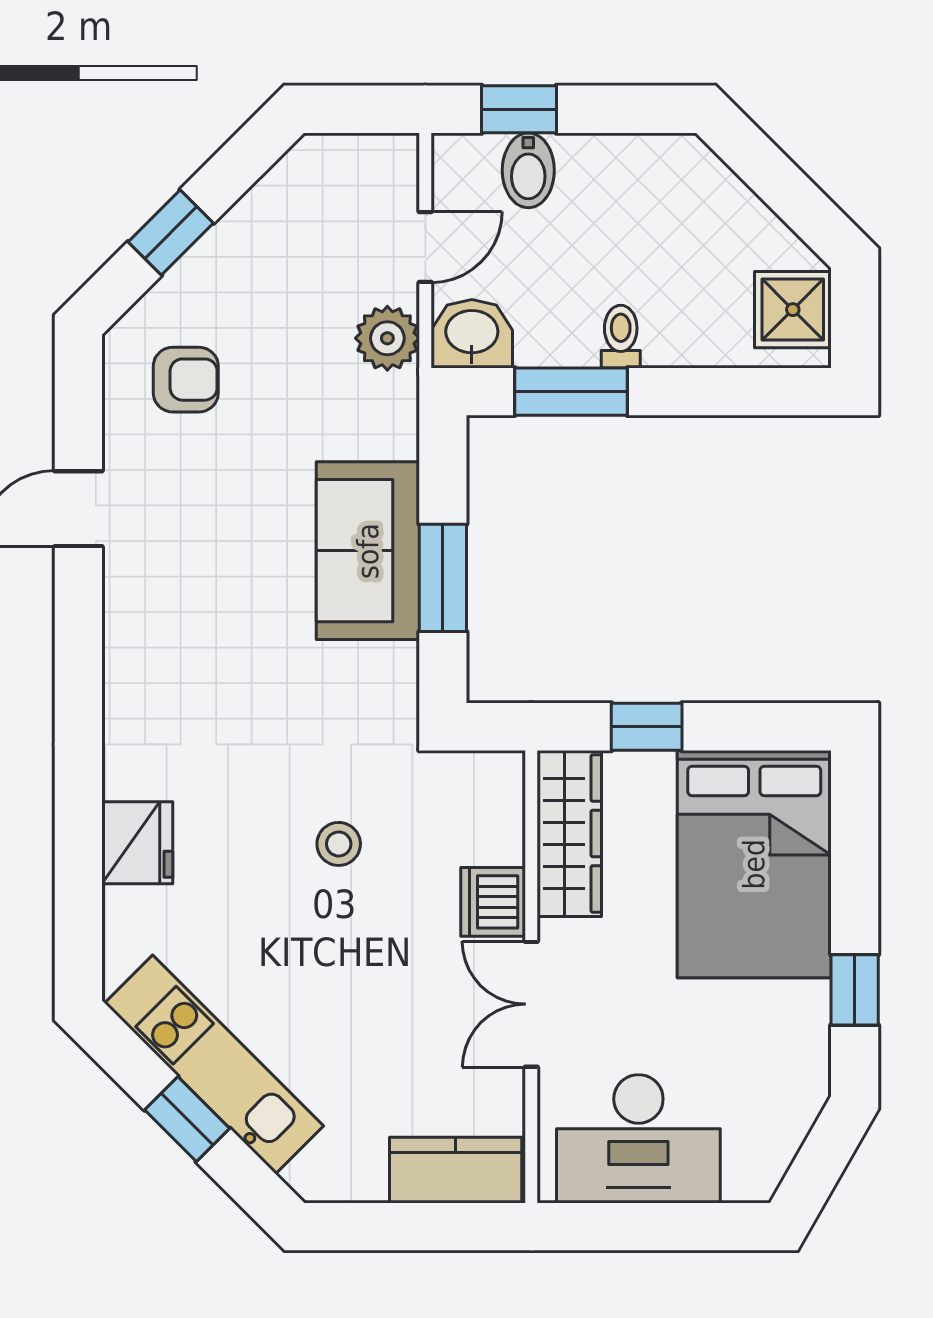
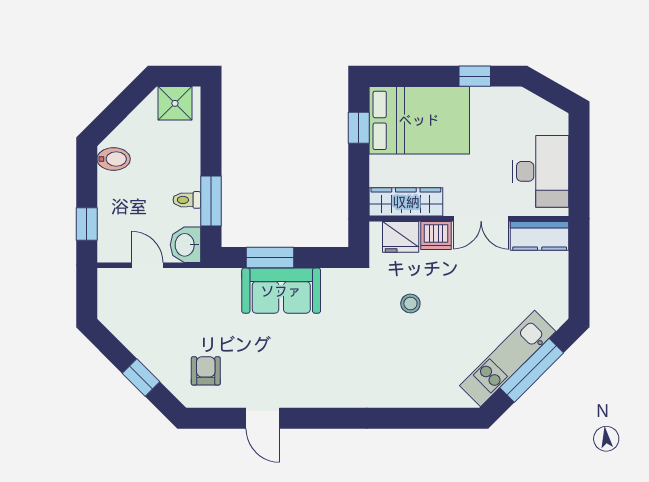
bidet: (528, 170) -> (114, 159), moved
toilet: (621, 337) -> (187, 200), moved
plant: (387, 338) -> (188, 282), removed
window: (443, 578) -> (270, 258), moved
window: (647, 727) -> (359, 128), moved
fridge: (137, 843) -> (401, 237), moved, turned 180
window: (187, 1119) -> (532, 370), width x2.17
kitchen counter: (456, 1170) -> (540, 236), moved, turned -90

